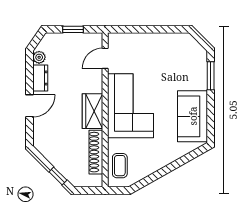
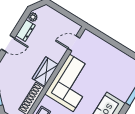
window: (73, 29) -> (65, 13), removed

